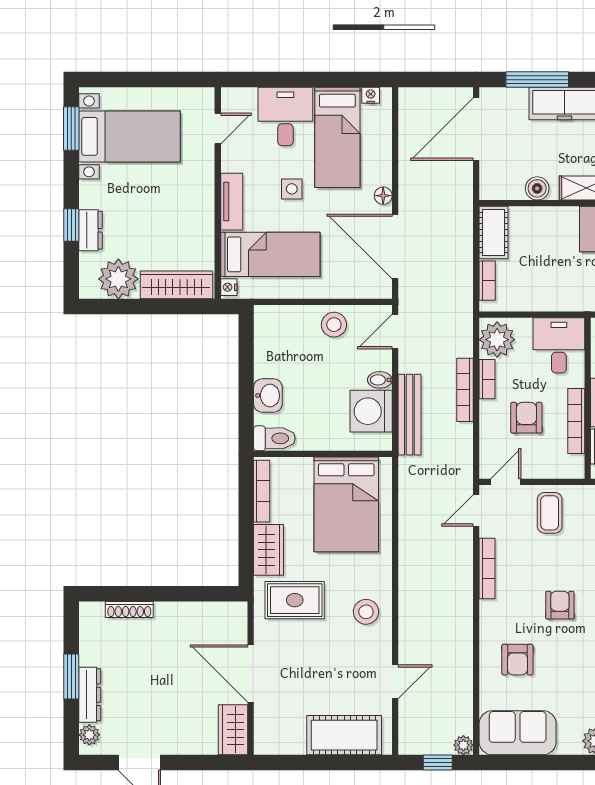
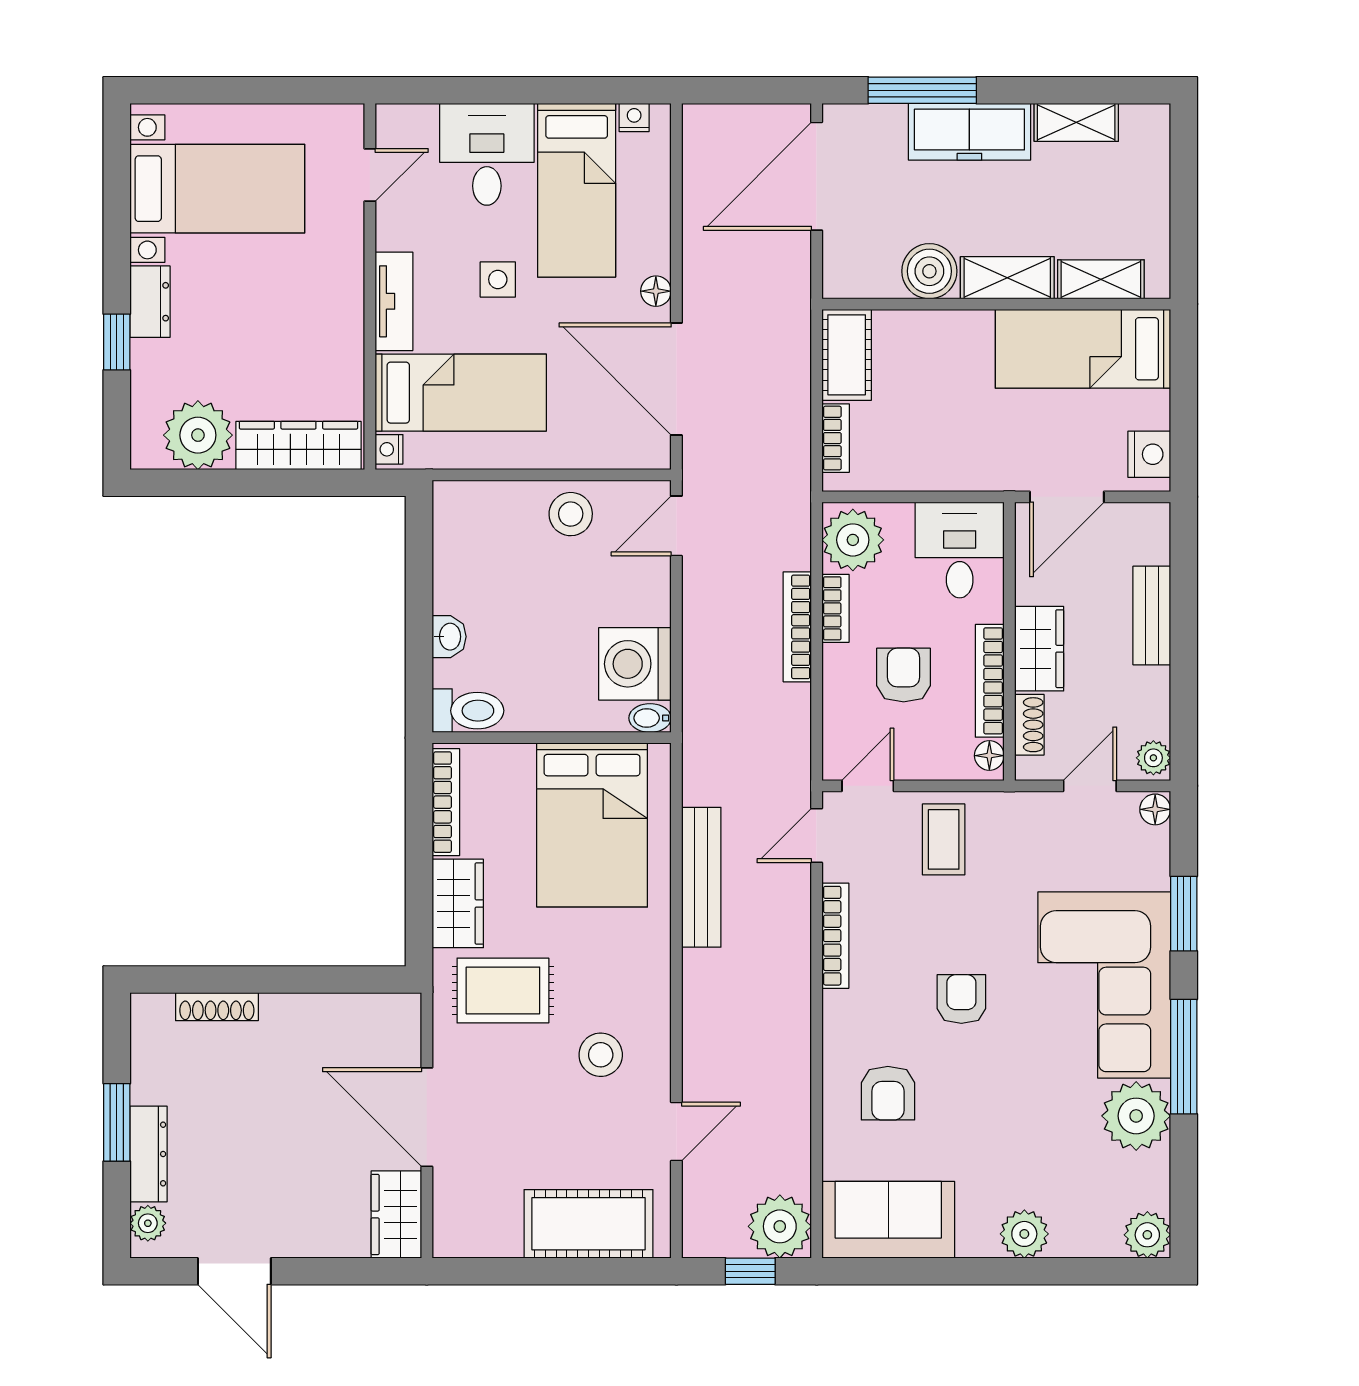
window: (71, 129) -> (117, 175), removed
boiler: (537, 188) -> (929, 271), width x1.36, depth x1.36
dresser: (91, 230) -> (150, 302), moved
bidet: (380, 380) -> (650, 718), moved
washbasin: (268, 396) -> (449, 637), width x0.72, depth x0.69
bench: (409, 415) -> (701, 877), moved
floor lamp: (576, 464) -> (989, 756), added
stool: (366, 612) -> (601, 1055), moved
plant: (463, 745) -> (780, 1226), width x1.87, depth x1.87

